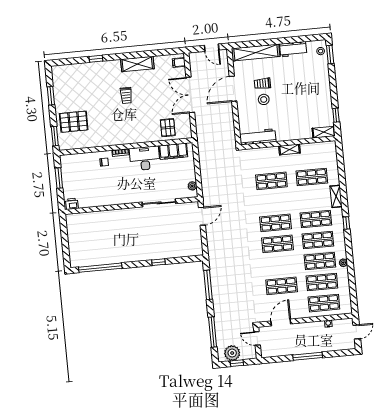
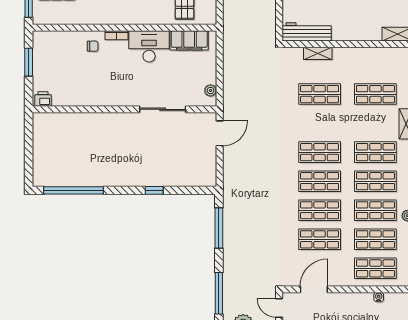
shelving: (290, 149) -> (318, 53), moved
shop shelf: (280, 265) -> (320, 210), added

